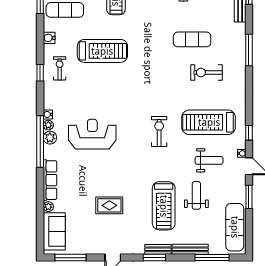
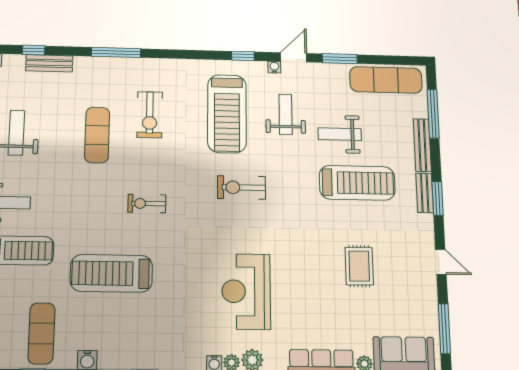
treadmill: (102, 51) -> (111, 273), turned -90
exercise bike: (60, 68) -> (147, 204), moved

